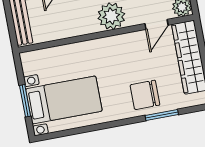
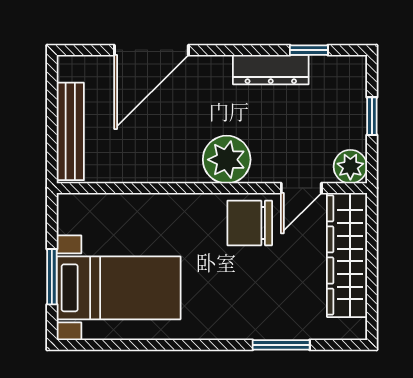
chair: (145, 95) -> (250, 223), moved

